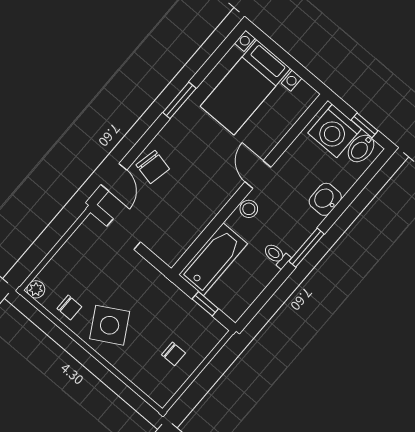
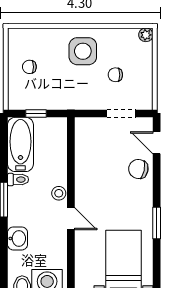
bathtub: (213, 259) -> (20, 144), moved, turned 180
chair: (69, 308) -> (115, 75), moved
side table: (110, 325) -> (83, 51), turned 30

